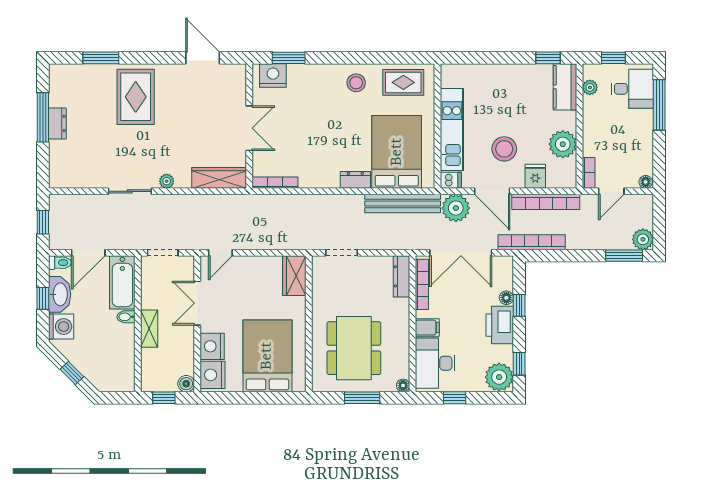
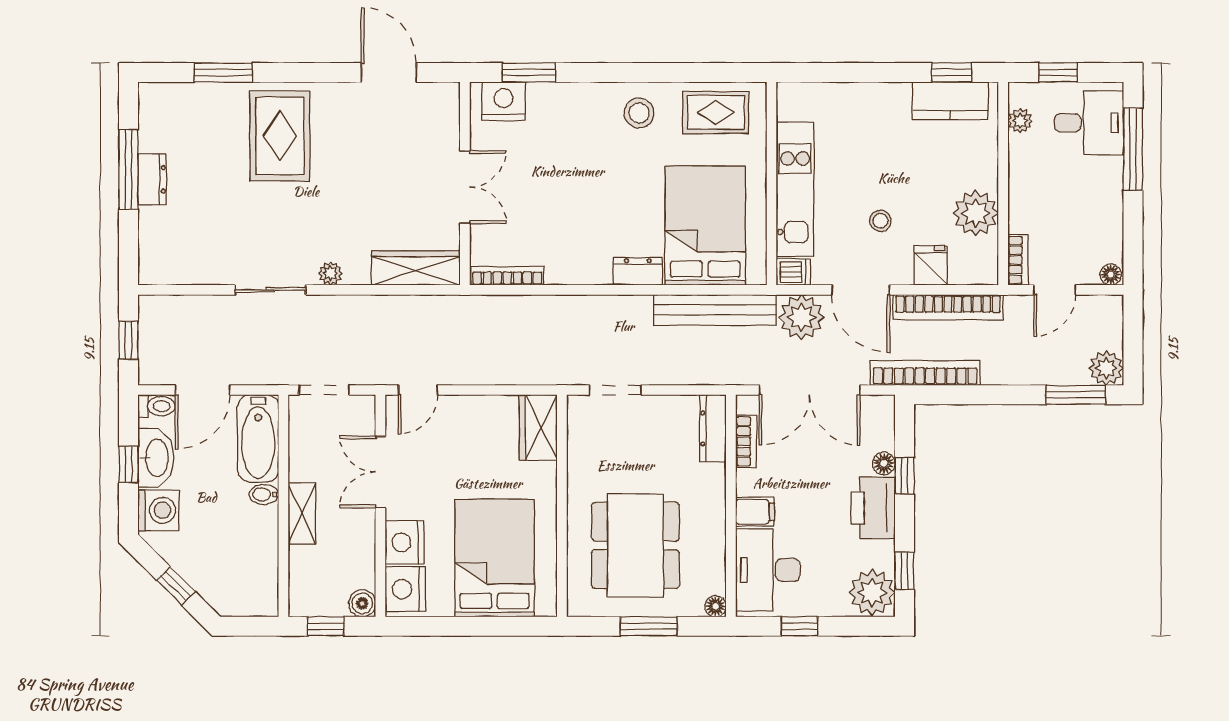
kitchen counter: (565, 87) -> (950, 101), moved, turned -90
stool: (504, 149) -> (880, 221), width x0.53, depth x0.53
bookcase: (422, 284) -> (746, 441), width x0.64

